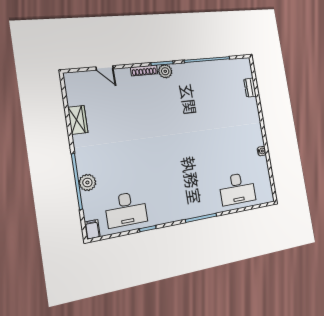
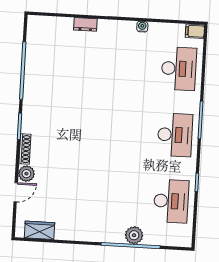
plant: (165, 71) -> (26, 174), moved
dresser: (250, 88) -> (85, 24), moved
wardrobe: (78, 120) -> (39, 230), moved
desk: (184, 199) -> (175, 135), added
filing cabinet: (92, 229) -> (195, 31), moved

